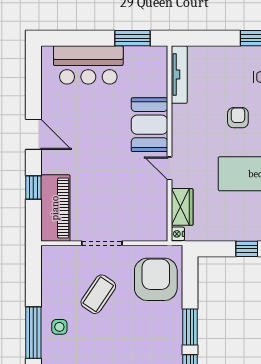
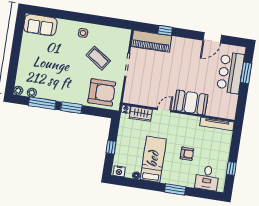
window: (132, 38) -> (246, 73), moved
door: (33, 134) -> (212, 38), moved
window: (33, 333) -> (82, 18), removed

